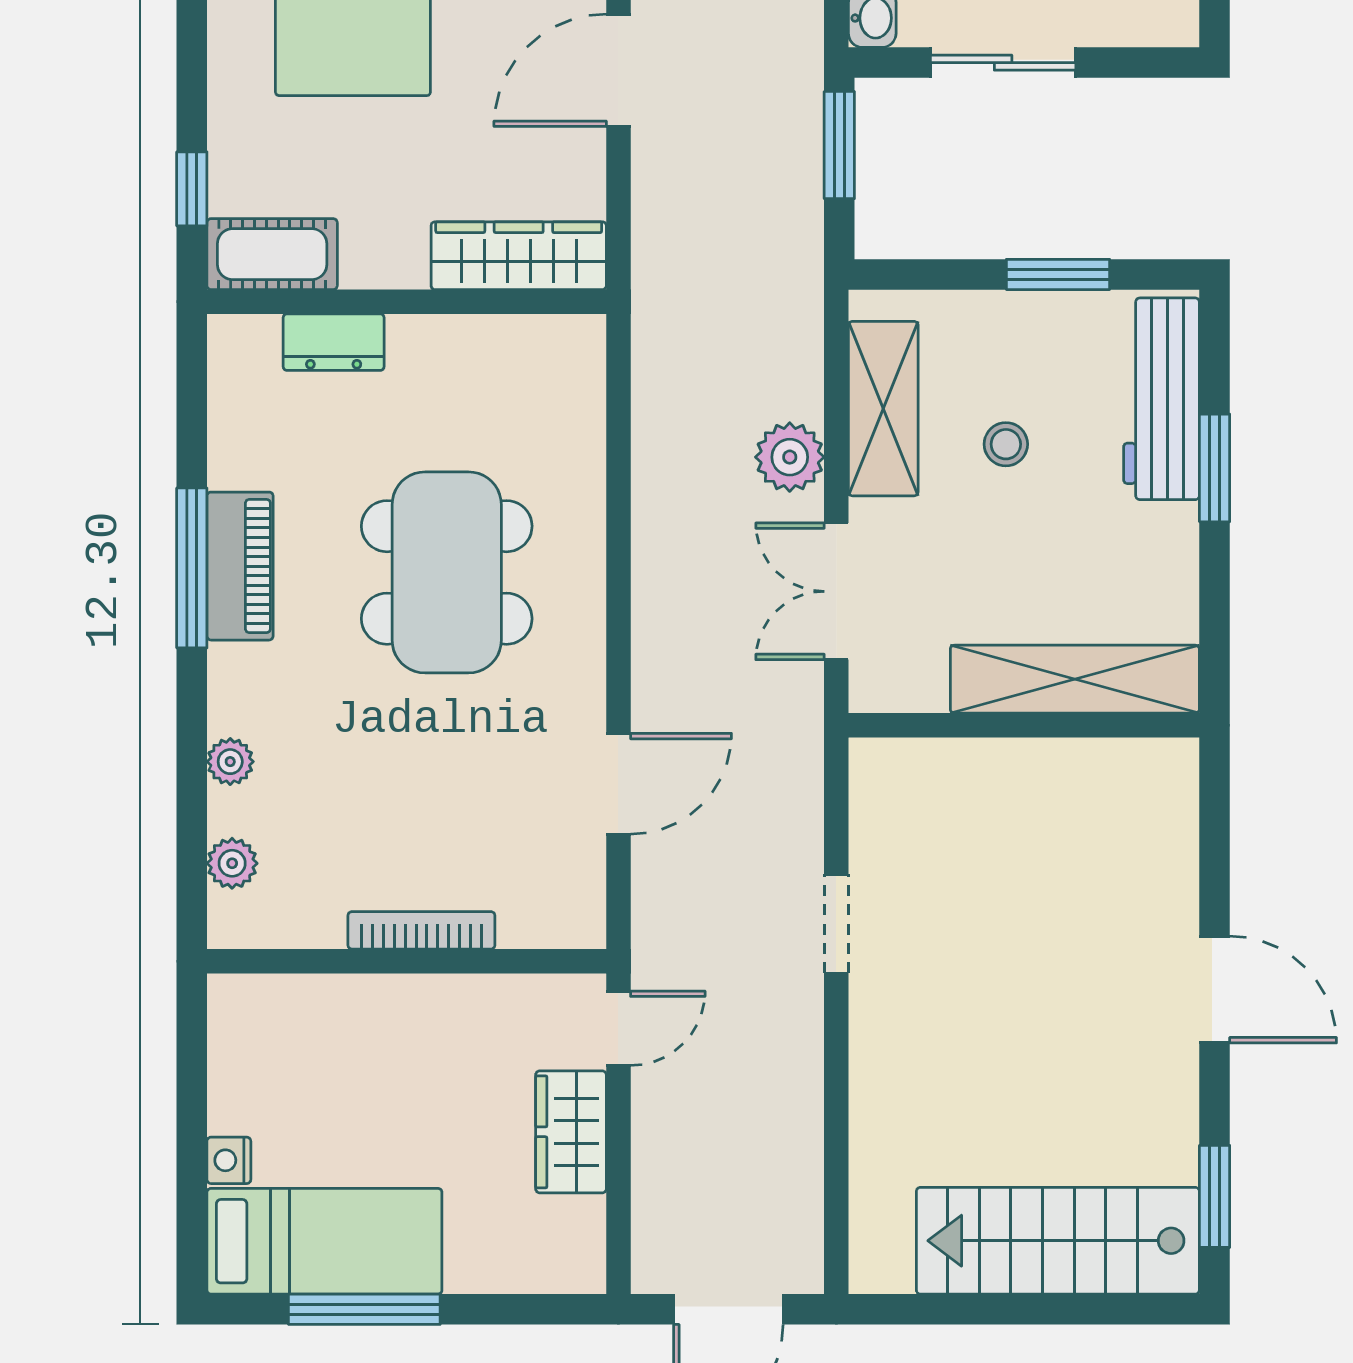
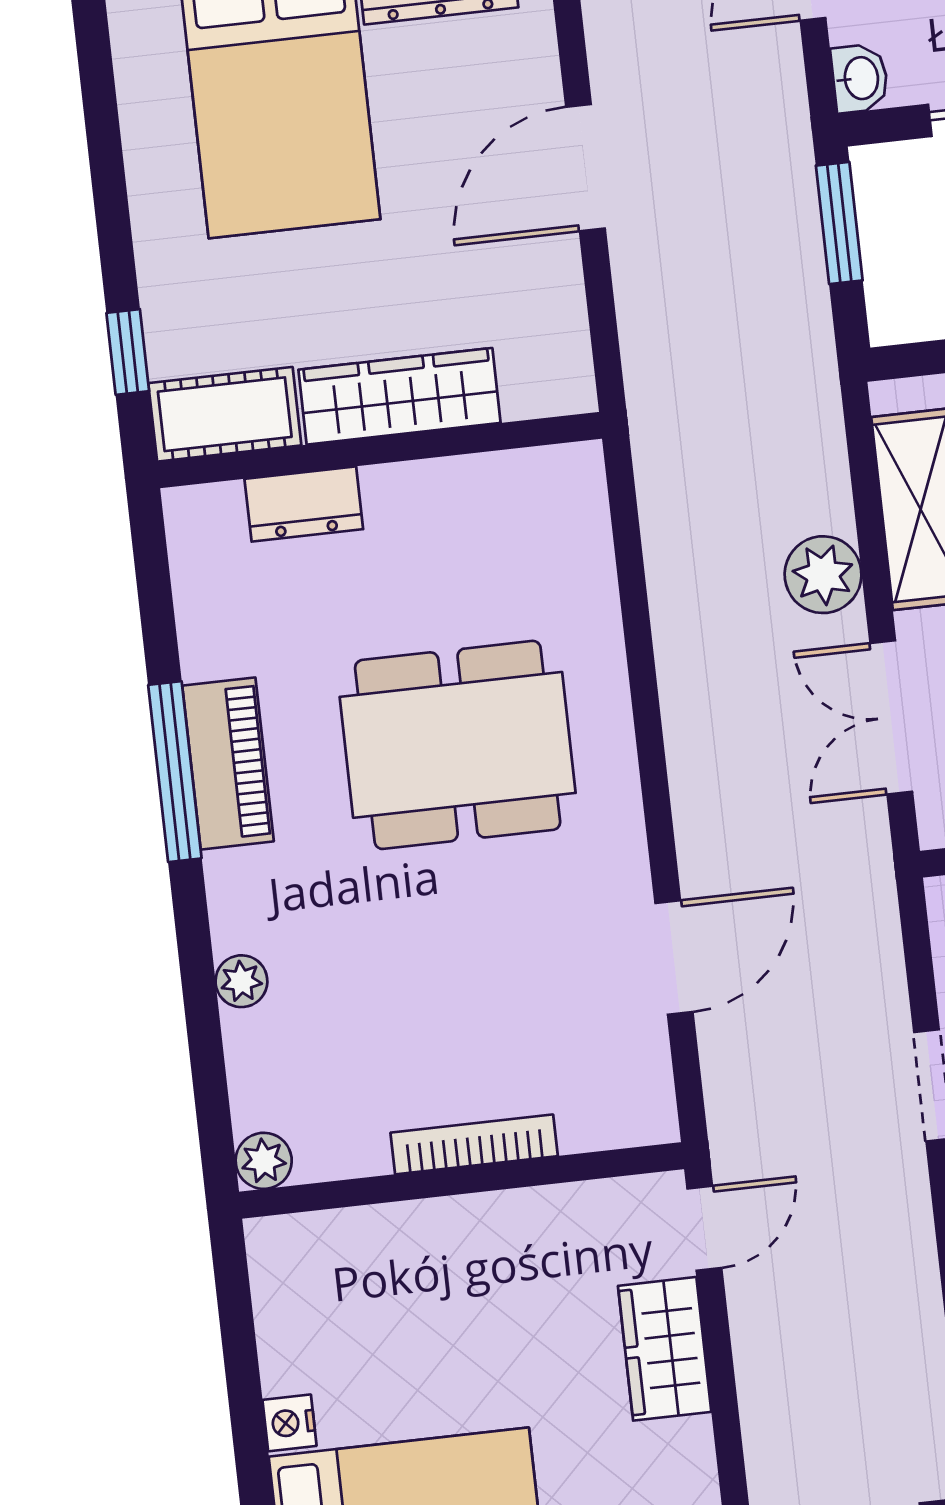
wardrobe: (519, 256) -> (400, 396), moved
dining table: (447, 572) -> (458, 745), turned 90
plant: (232, 863) -> (264, 1161), moved

